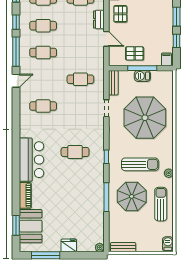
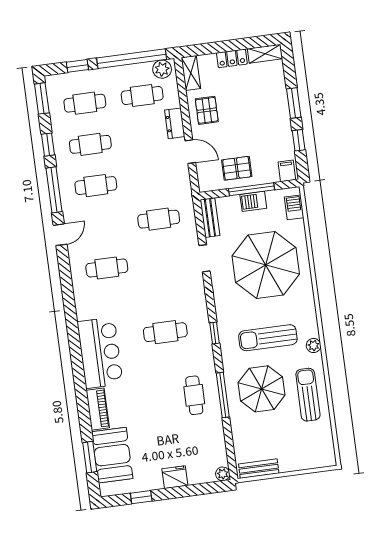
sun lounger: (140, 164) -> (268, 338), turned 180
cafe table: (88, 195) -> (194, 395), added
barbecue: (168, 244) -> (294, 207), moved
window: (46, 255) -> (141, 497), width x0.46

